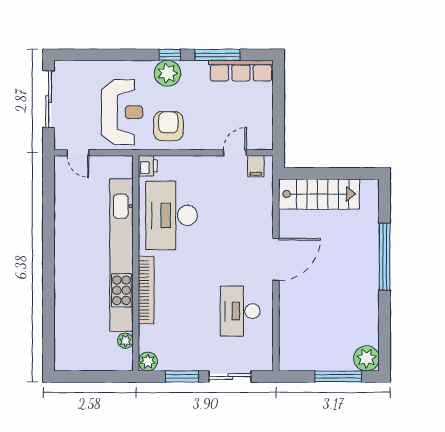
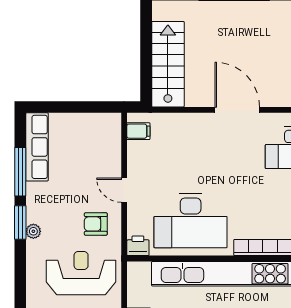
window: (170, 55) -> (20, 222), width x1.50
plant: (168, 73) -> (33, 231), width x0.53, depth x0.53
armchair: (168, 126) -> (96, 224), width x0.72, depth x0.72
door: (235, 153) -> (124, 190), moved

